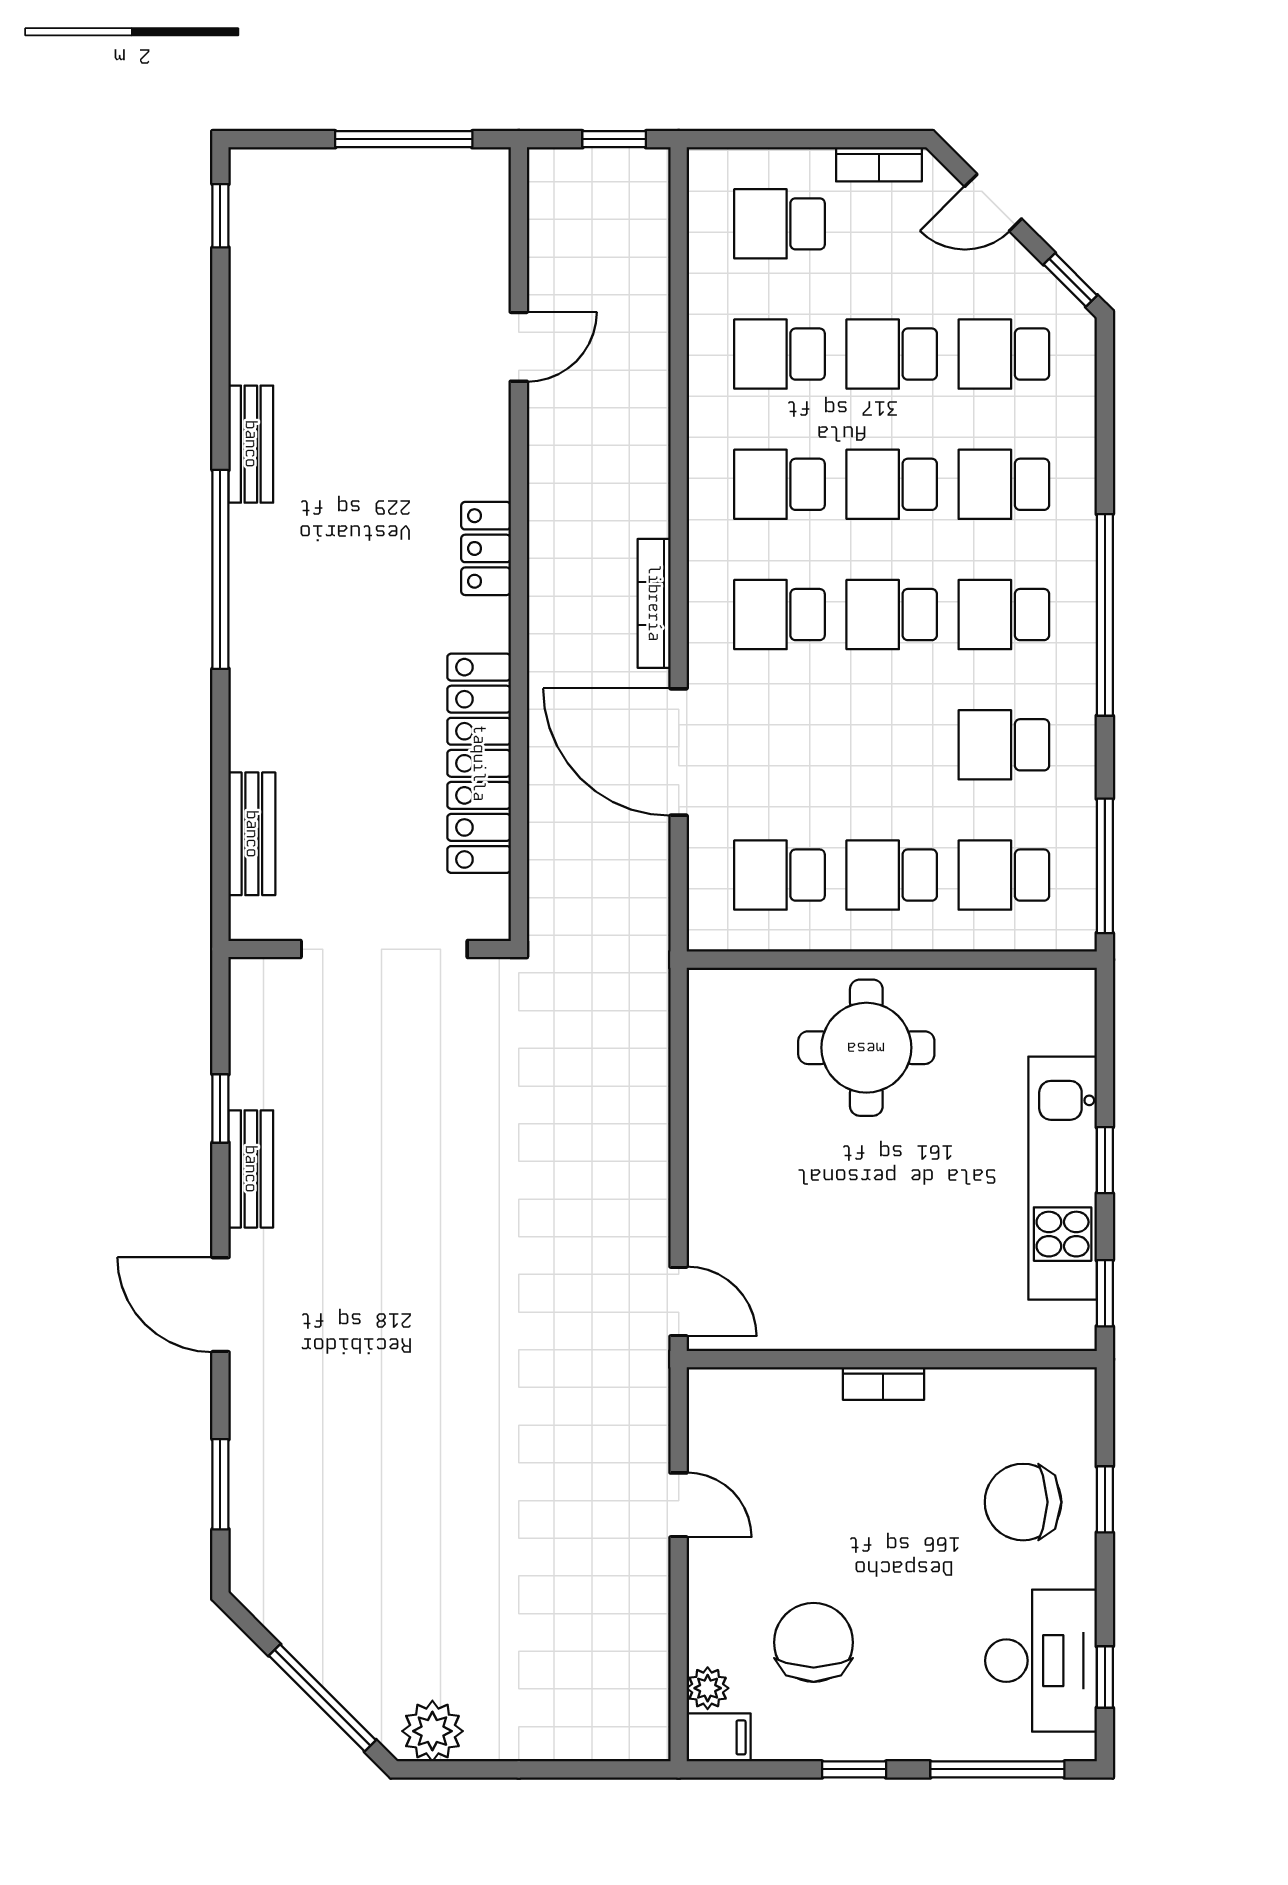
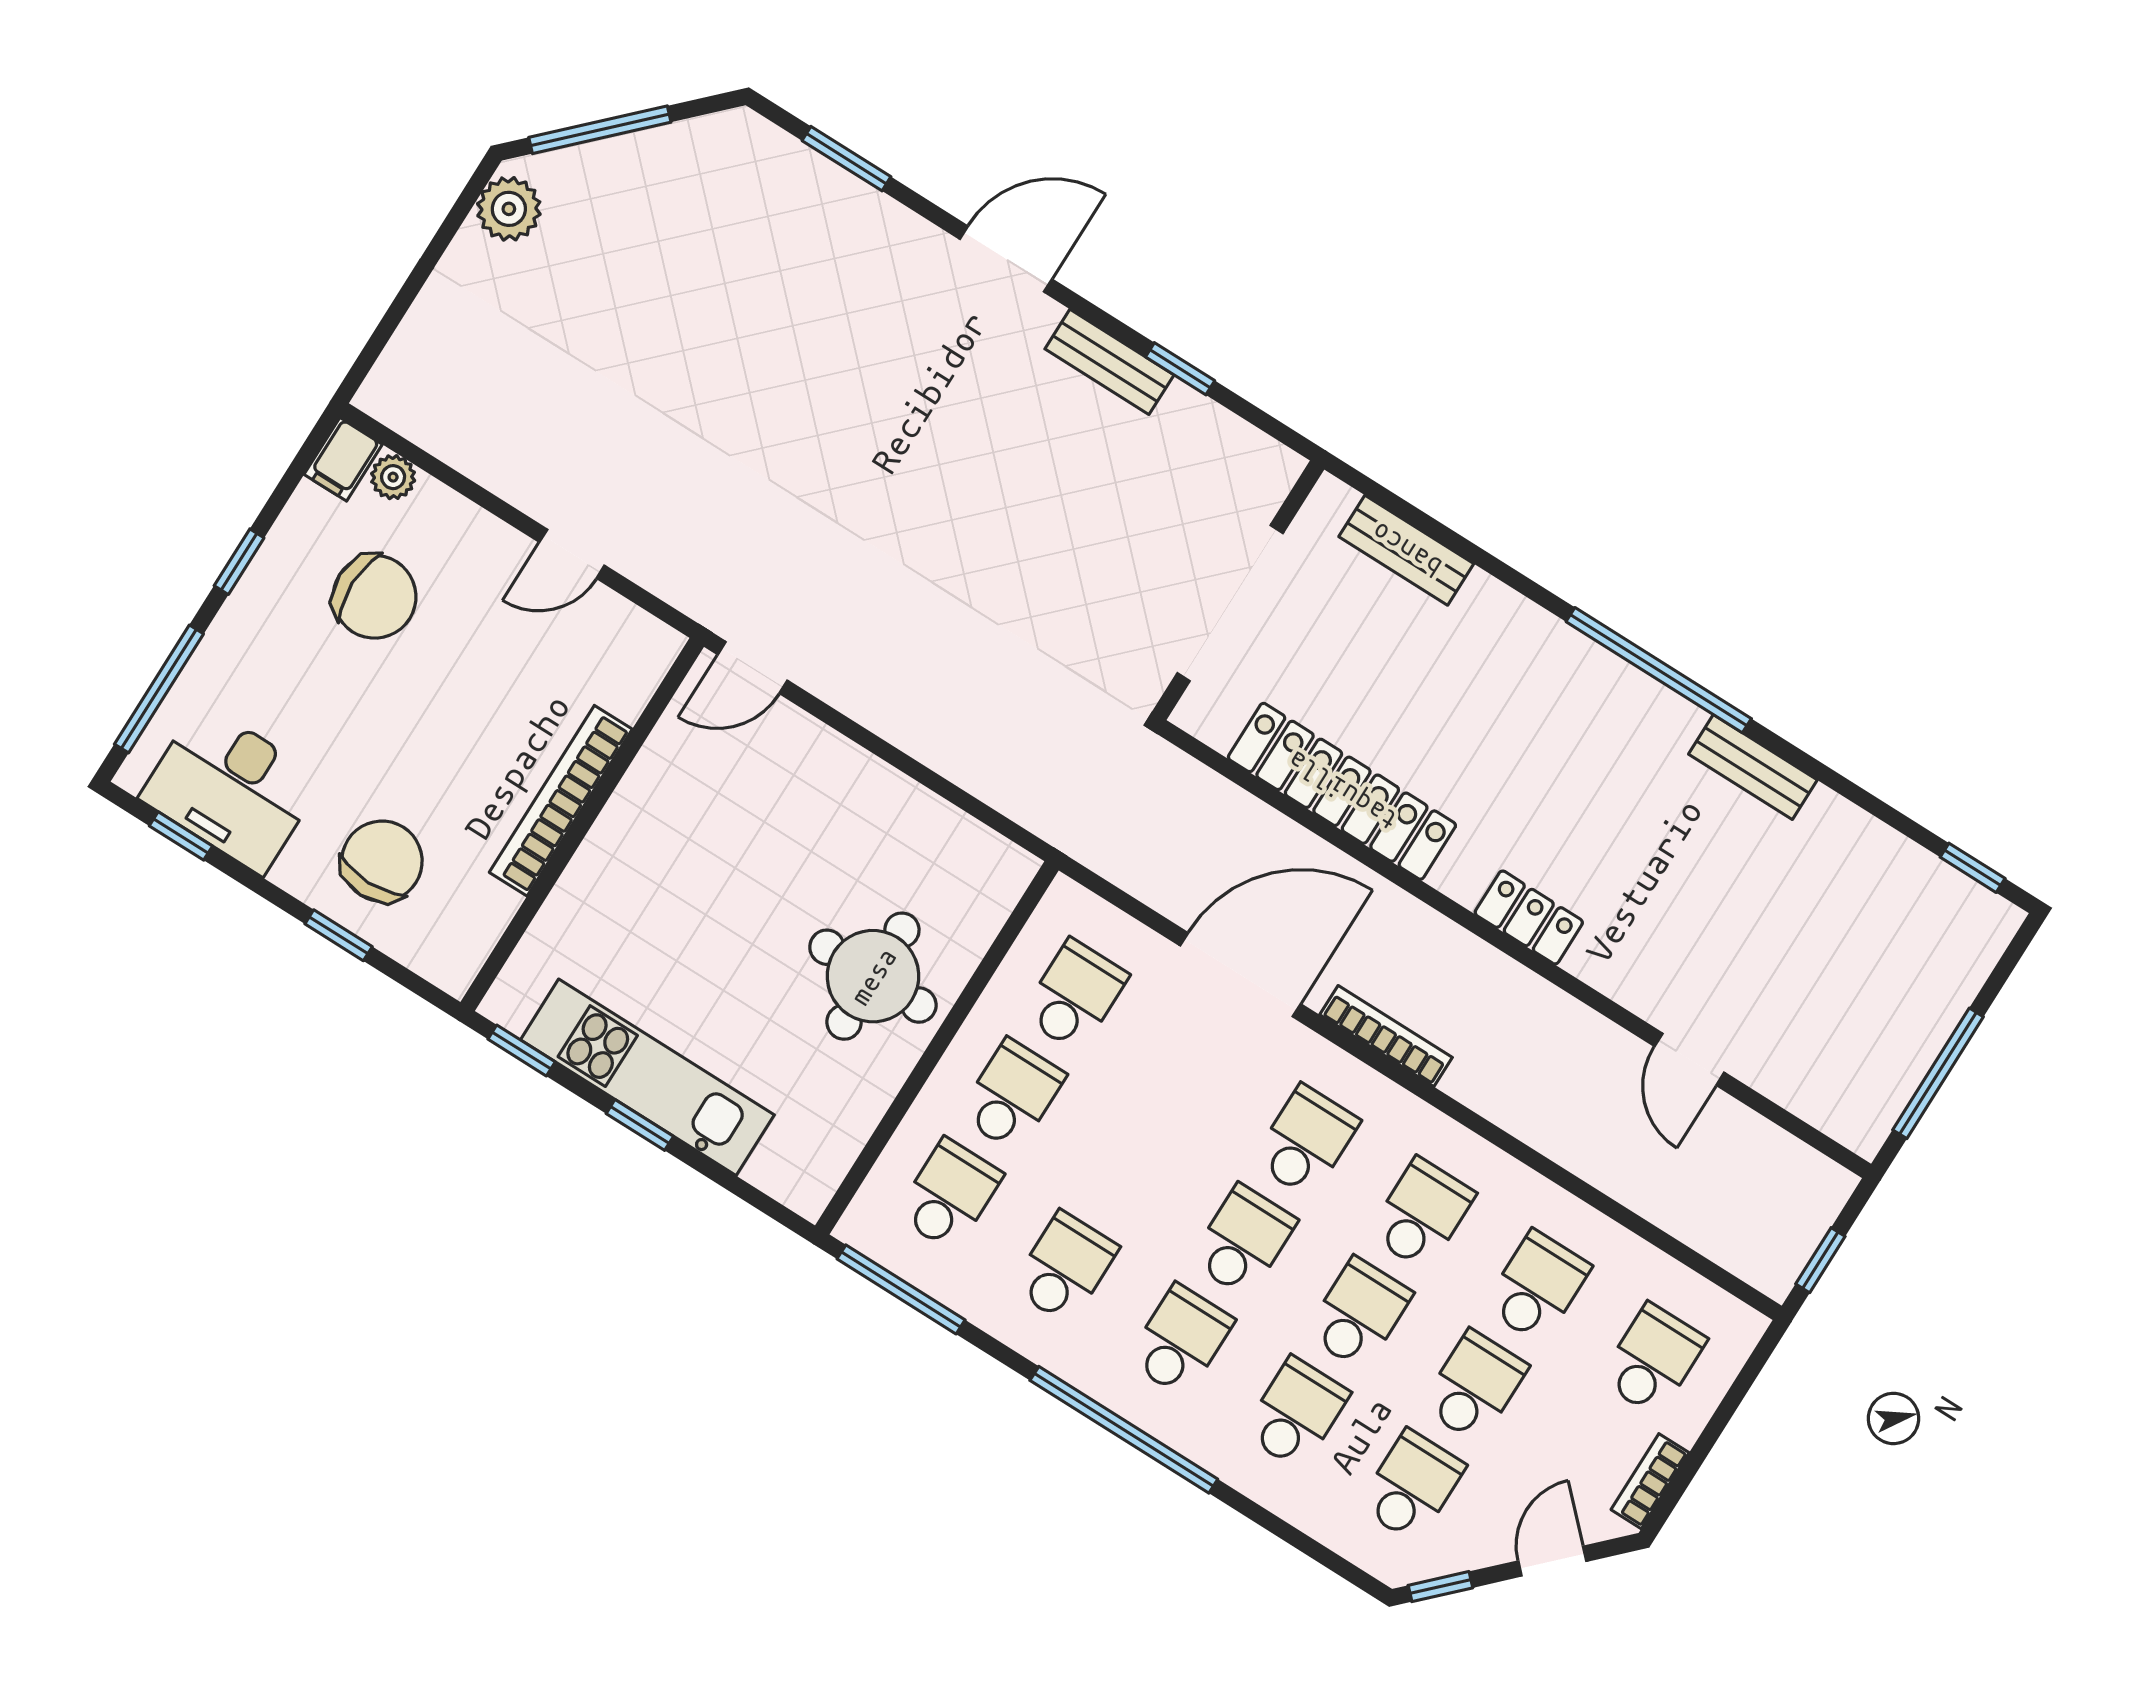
bookcase: (883, 1383) -> (561, 801), width x2.31, depth x1.31

